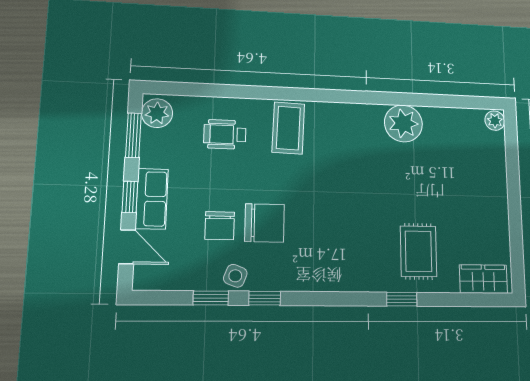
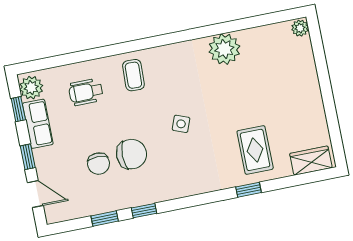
coffee table: (288, 128) -> (133, 75), width x0.73, depth x0.77
window: (133, 135) -> (18, 109), width x0.67
row of seats: (152, 199) -> (38, 124), moved
side table: (235, 276) -> (181, 124), moved

